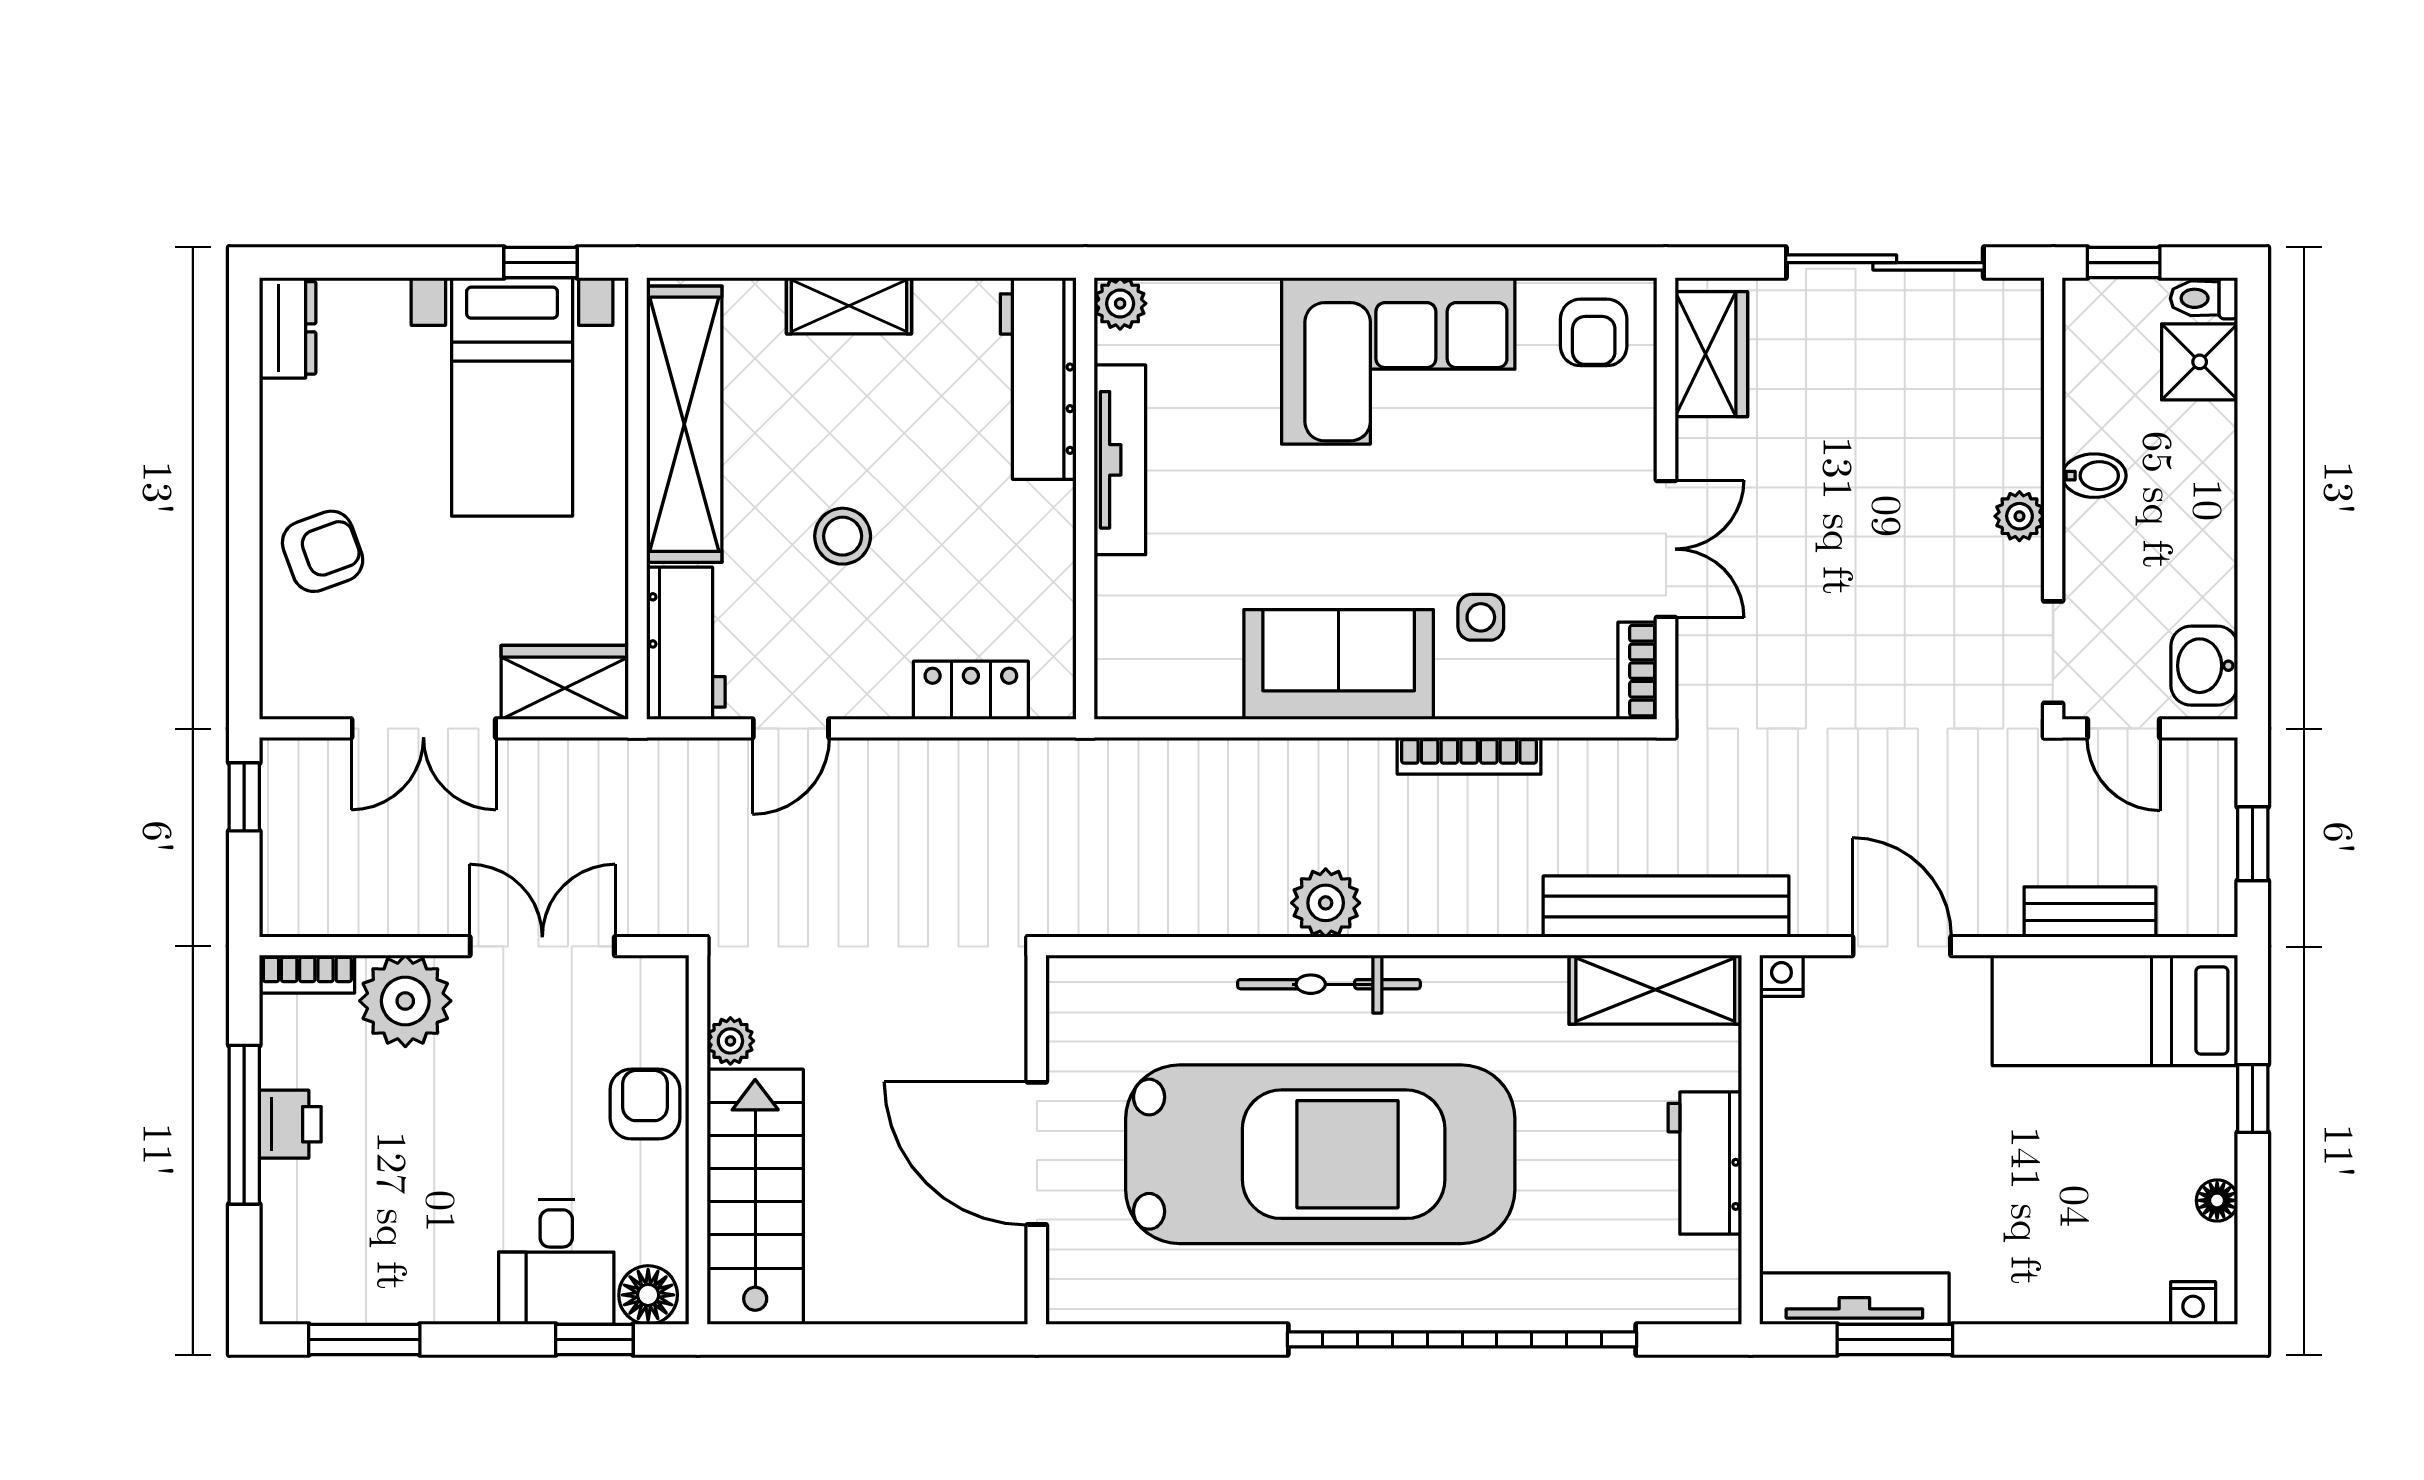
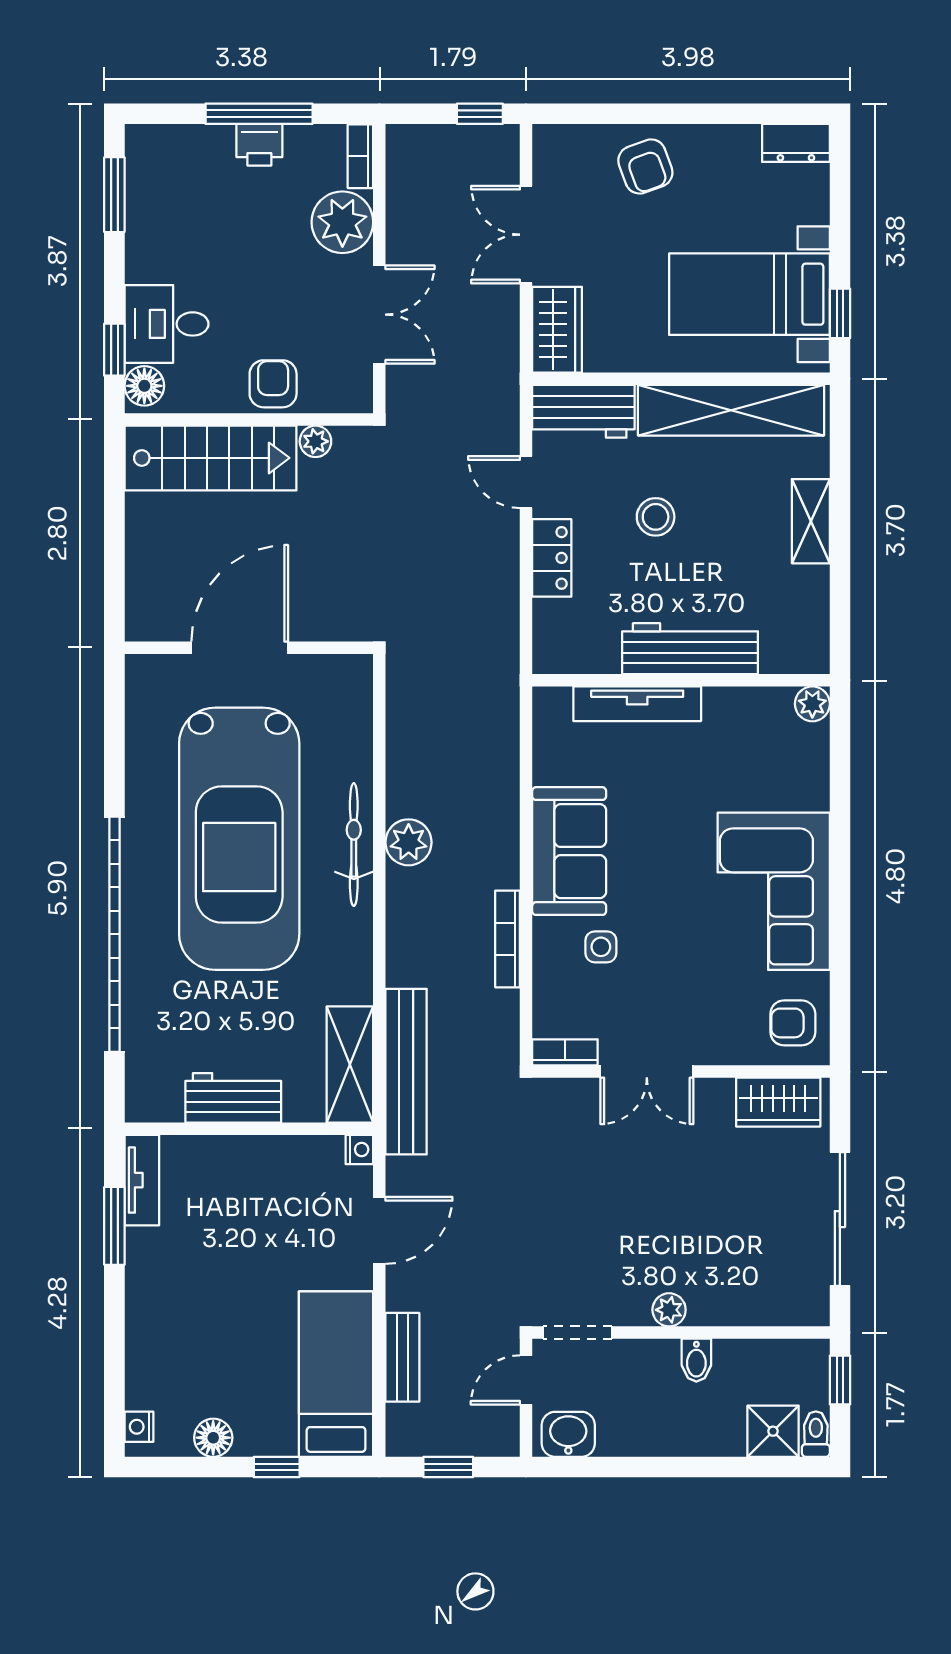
workbench: (1038, 378) -> (690, 649), moved
tv unit: (1120, 460) -> (637, 704), moved
locker: (971, 690) -> (552, 558), moved
armchair: (645, 1104) -> (273, 384), turned -90
floor lamp: (2217, 1200) -> (213, 1438), width x1.37, depth x1.37
tv unit: (1854, 1299) -> (142, 1180), width x0.71

